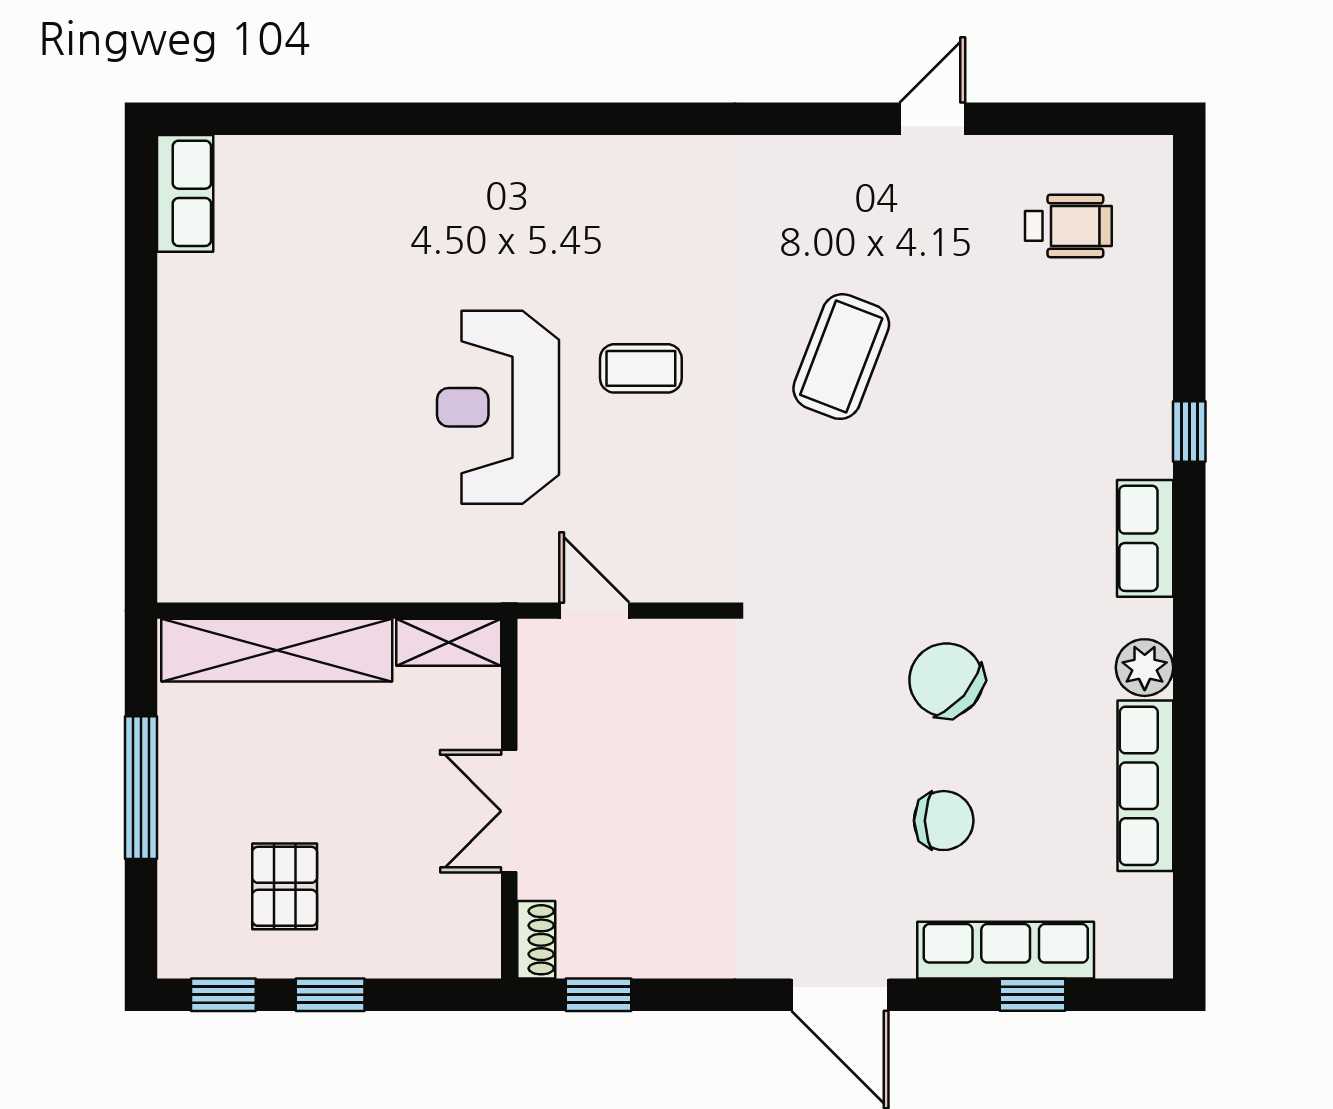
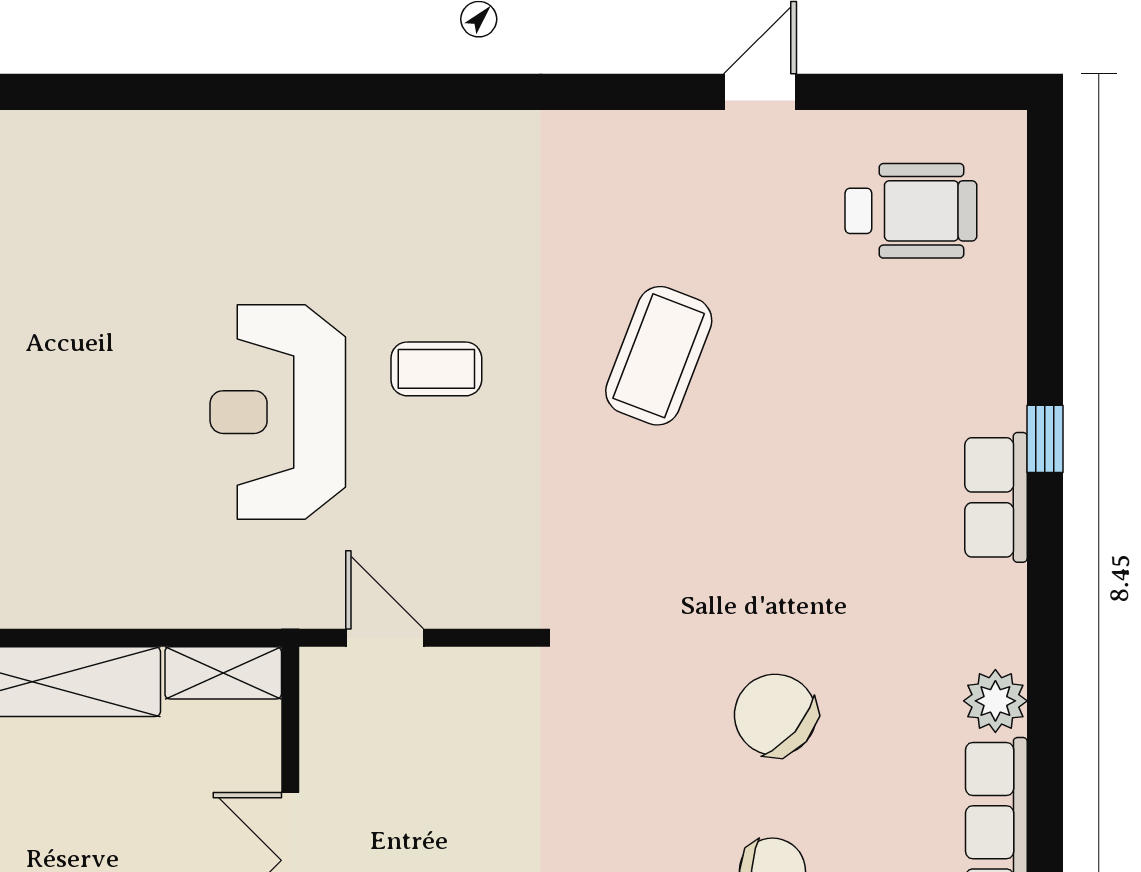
wheelchair: (1068, 226) -> (911, 211), width x1.36, depth x1.37
row of seats: (1145, 538) -> (996, 497), moved

